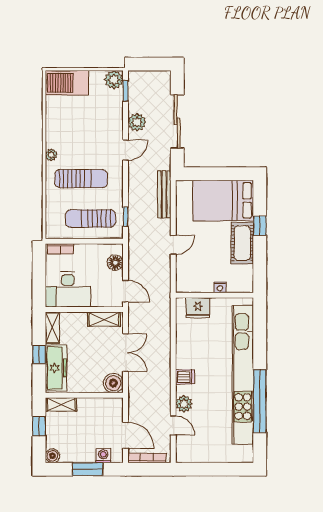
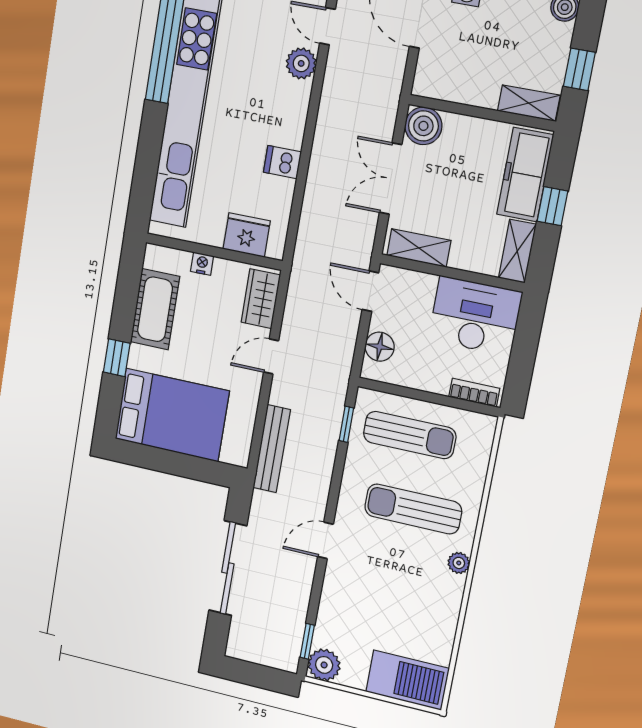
plant: (137, 122) -> (297, 583), removed
cot: (242, 243) -> (155, 309), moved
wardrobe: (184, 275) -> (261, 299), added
dishwasher: (185, 377) -> (282, 162), moved

